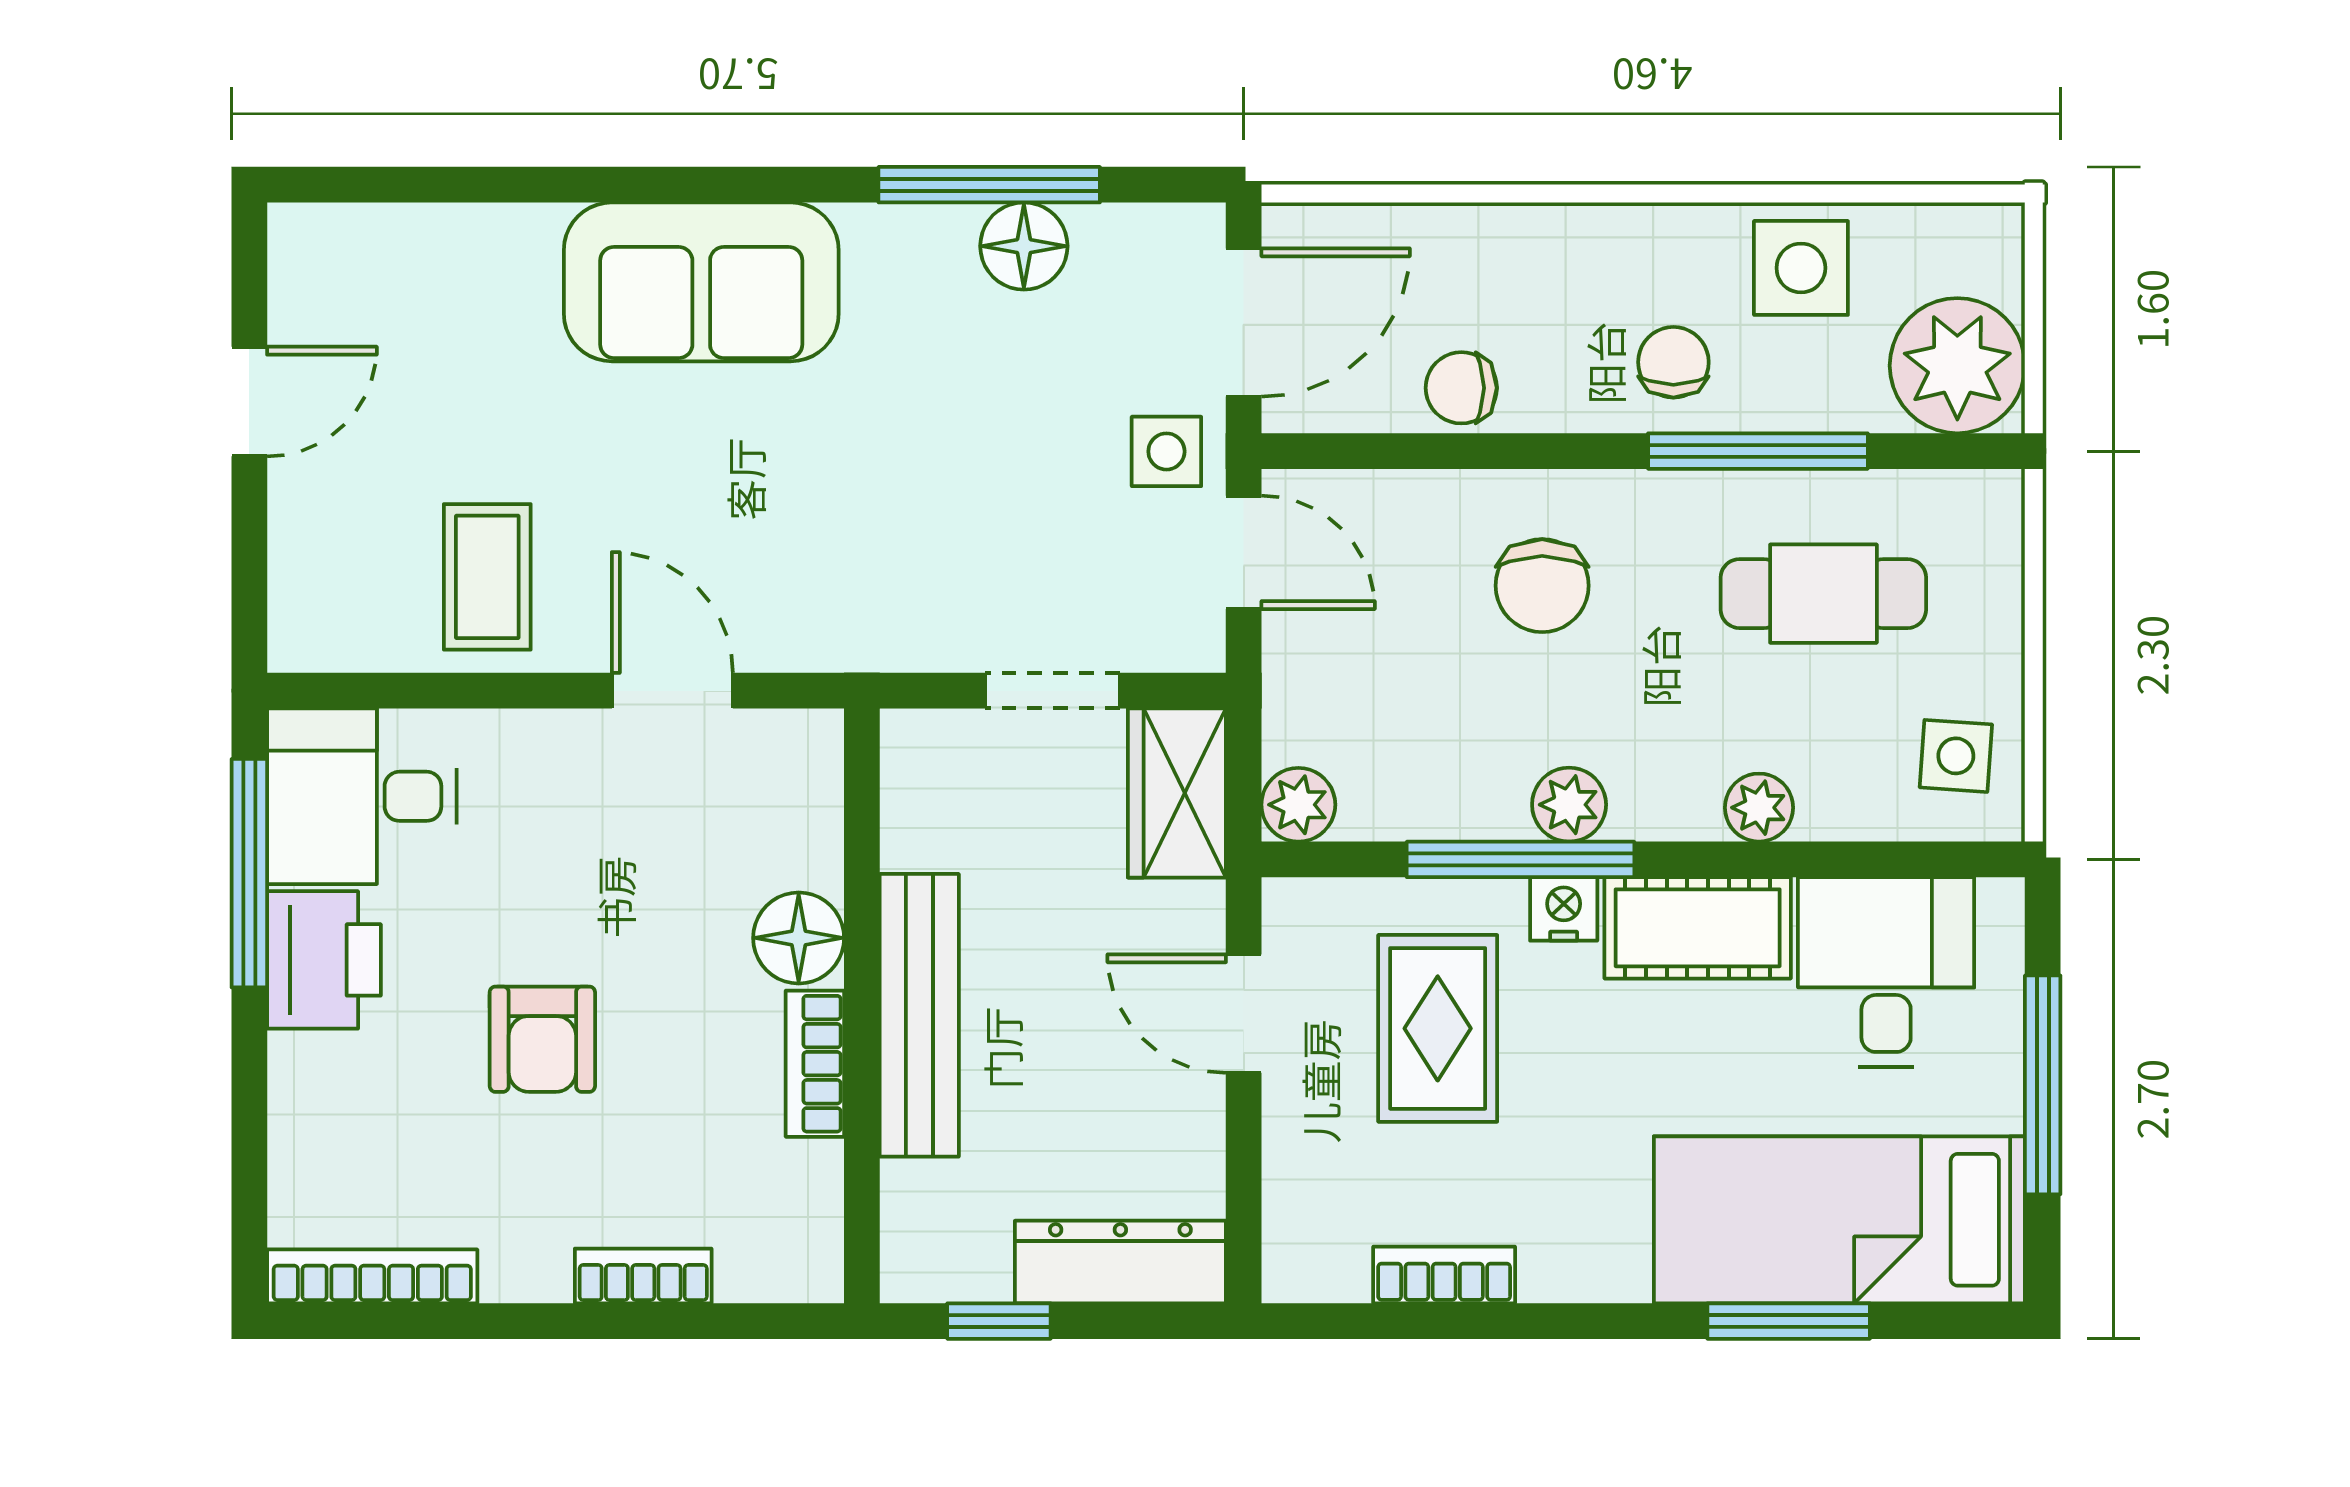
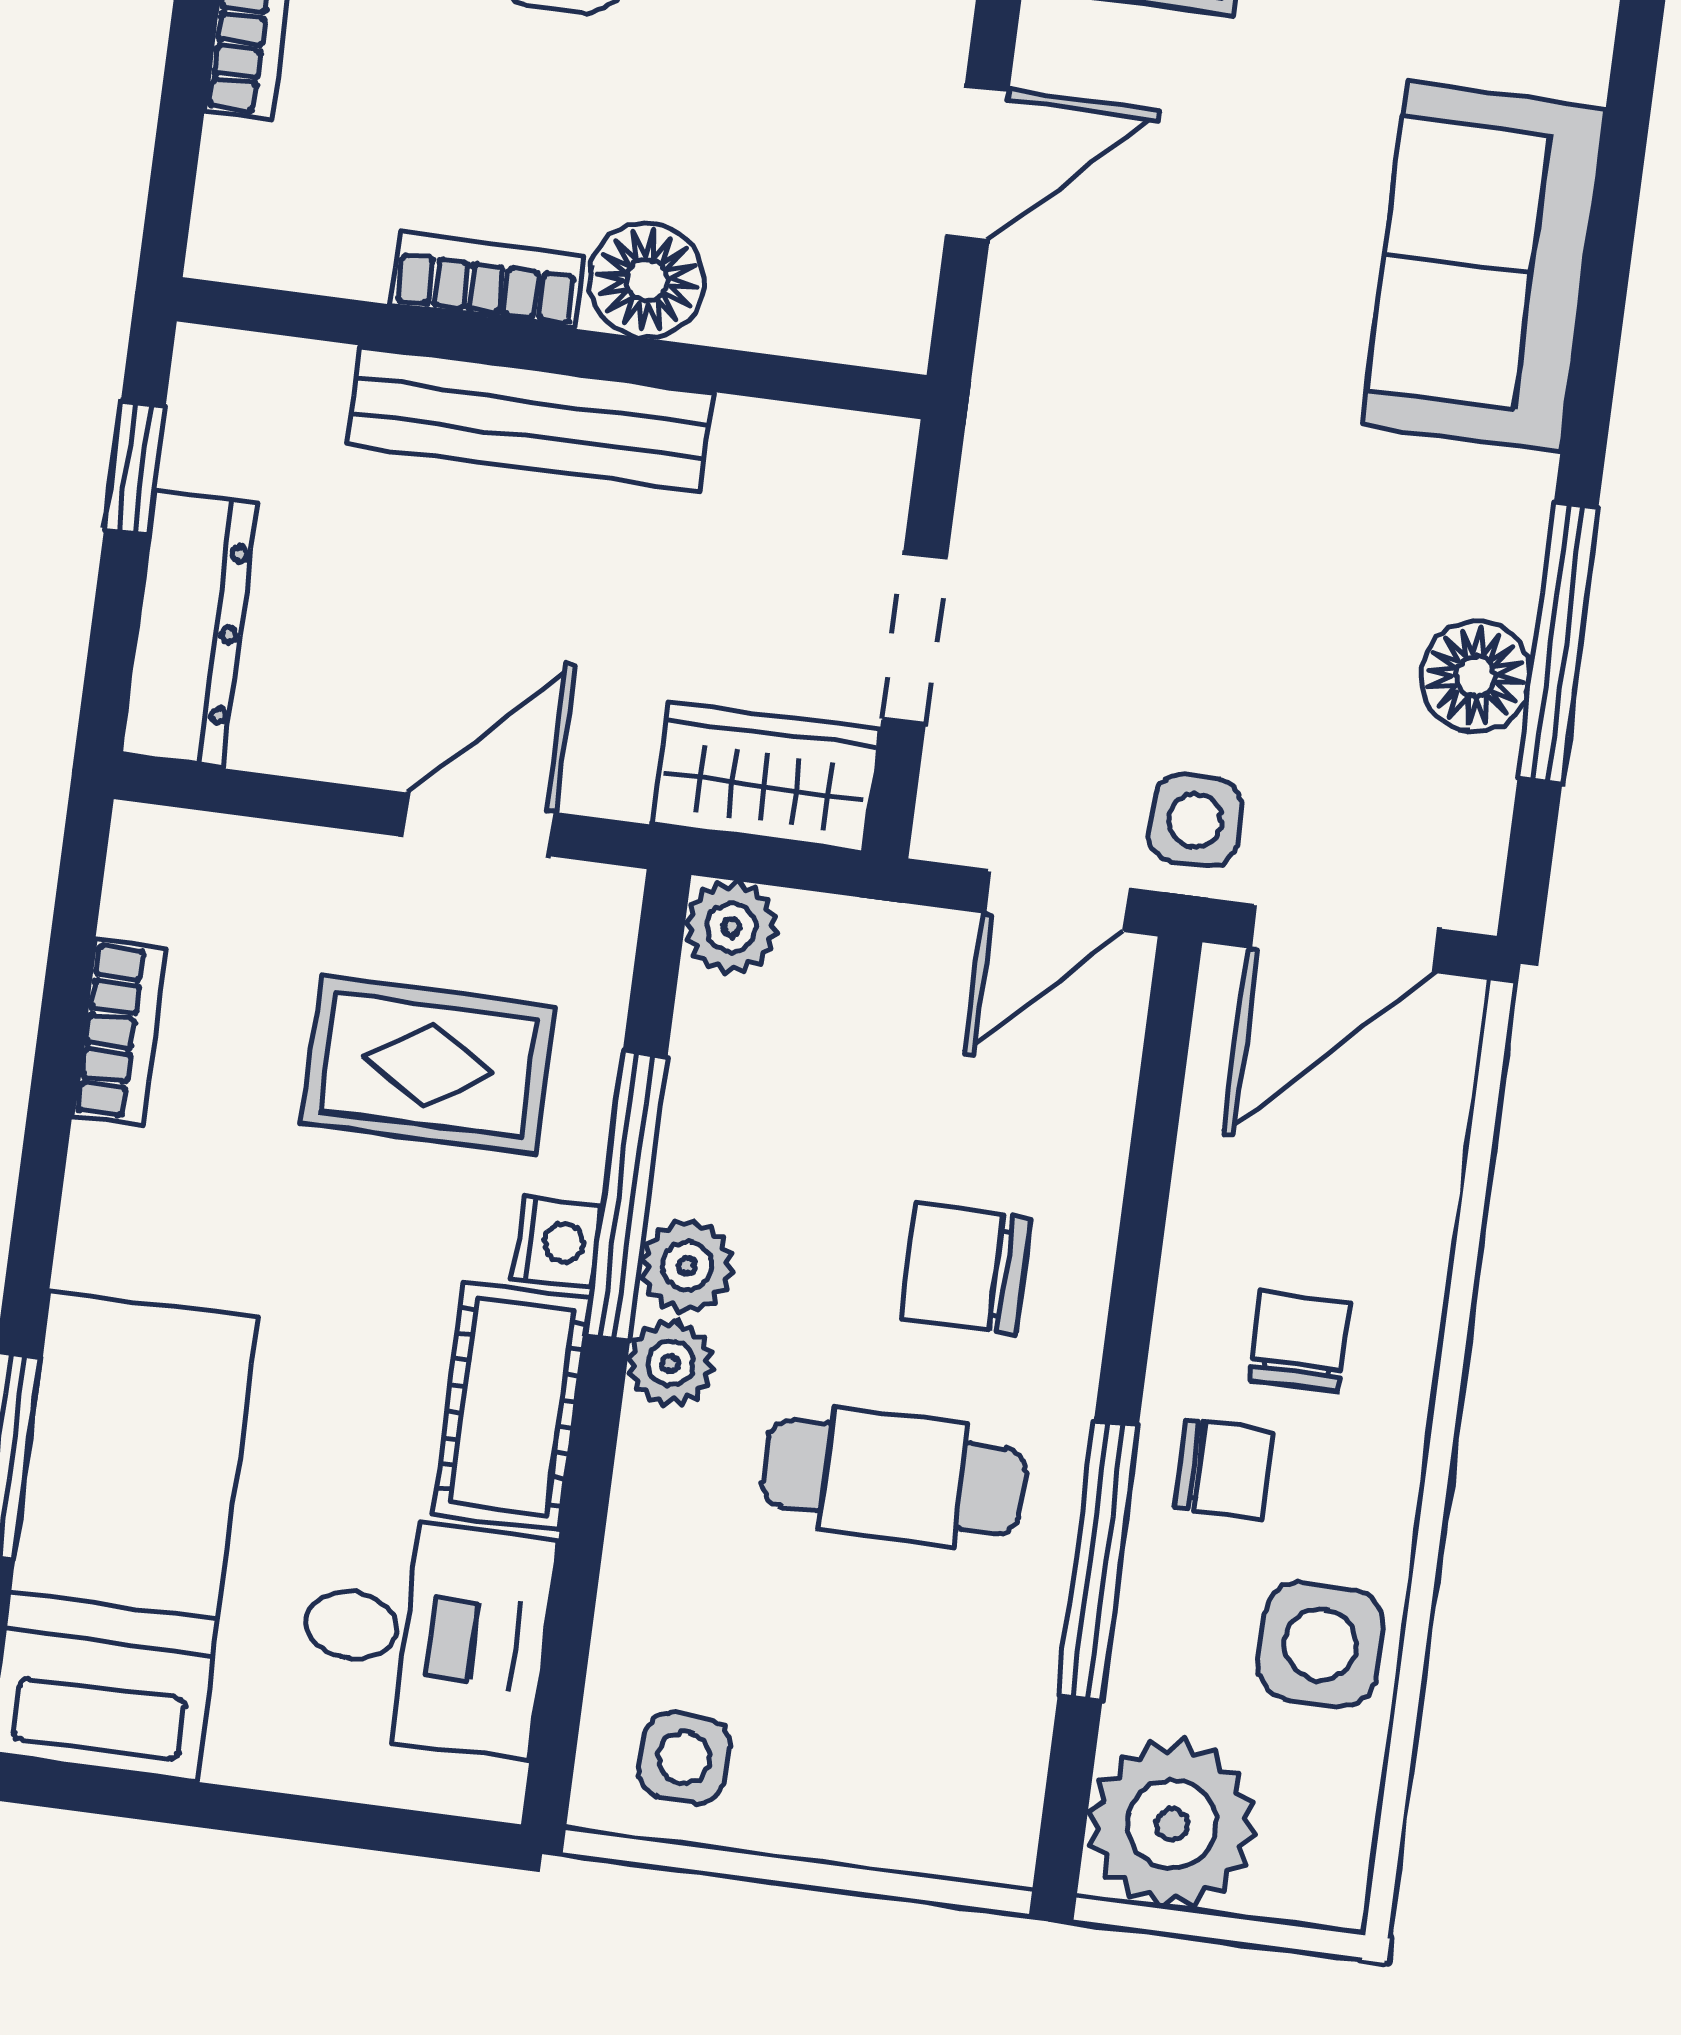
door: (1244, 322) -> (1344, 938), hinge flipped
chair: (1461, 388) -> (1300, 1341), moved
cafe table: (1823, 594) -> (894, 1477), moved, turned 90
plant: (1759, 808) -> (670, 1363), moved
window: (2043, 1085) -> (258, 1812), removed

